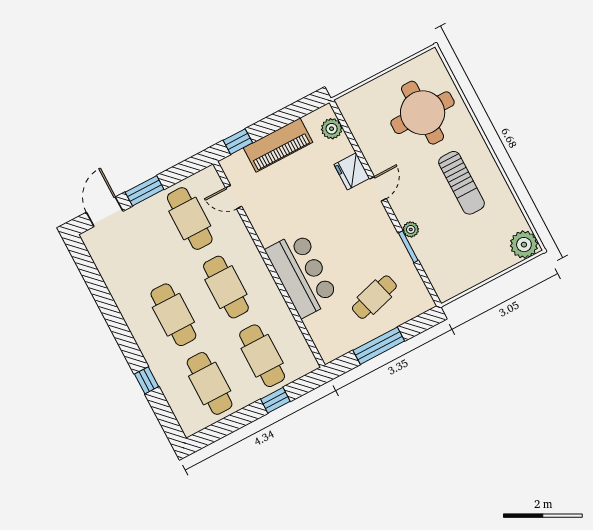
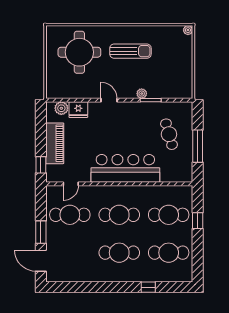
fridge: (352, 171) -> (78, 110), moved
plant: (524, 245) -> (188, 30), width x0.53, depth x0.53
bar counter: (302, 274) -> (125, 168), width x1.36

